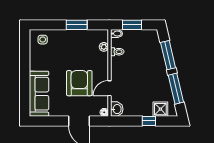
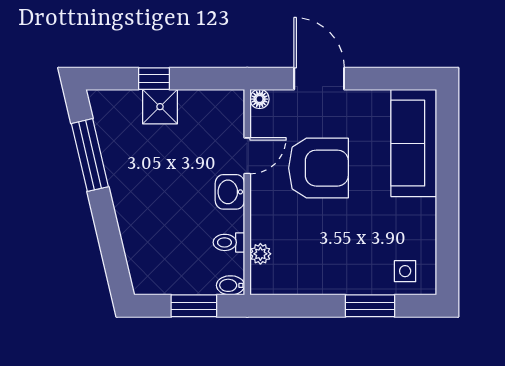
window: (77, 25) -> (370, 306), moved
window: (168, 55) -> (109, 234), removed
armchair: (79, 83) -> (318, 168), turned -90
washbasin: (117, 109) -> (230, 192), moved
shower: (160, 109) -> (160, 107), moved

